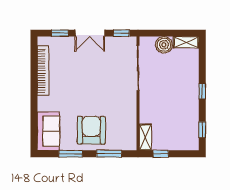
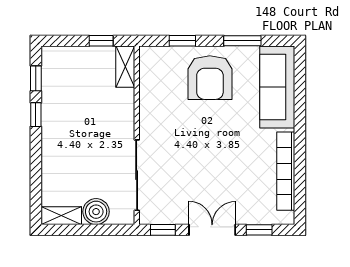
window: (202, 91) -> (36, 115), moved
sofa: (48, 131) -> (277, 87), width x1.36
window: (109, 154) -> (182, 41), width x0.67

